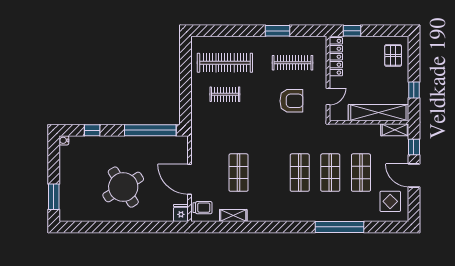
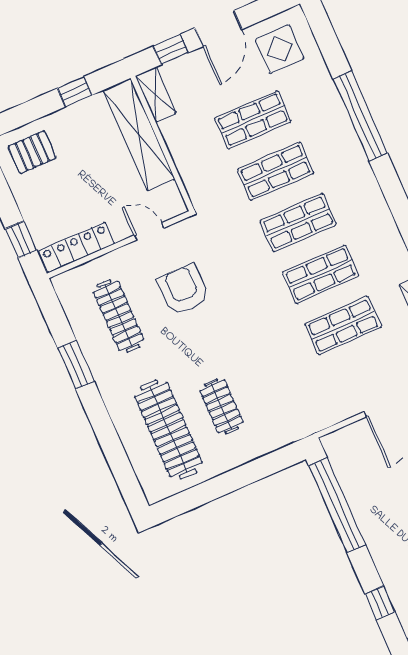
shop shelf: (269, 173) -> (321, 274), added

